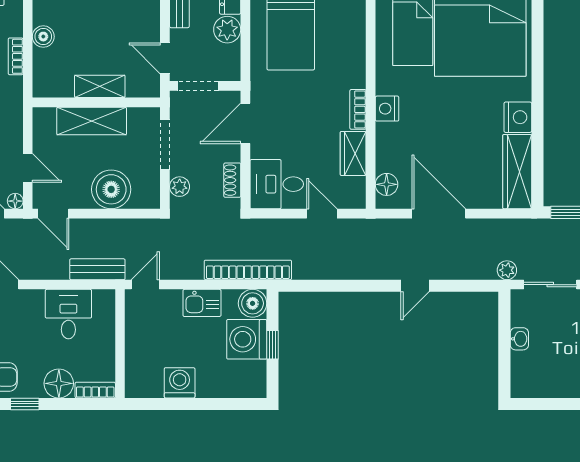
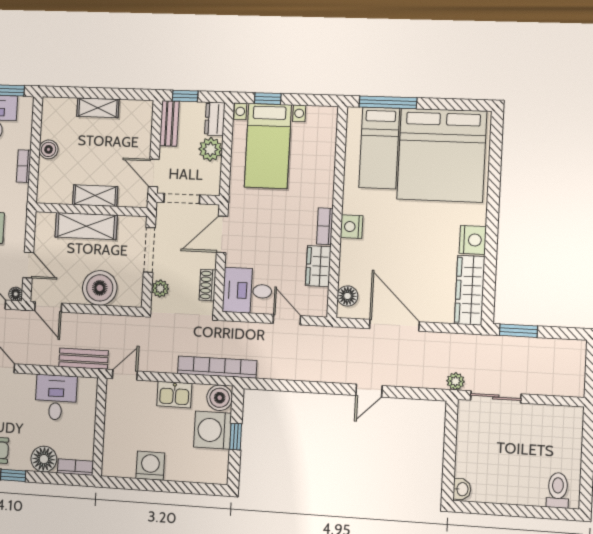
washbasin: (519, 339) -> (462, 489), moved

